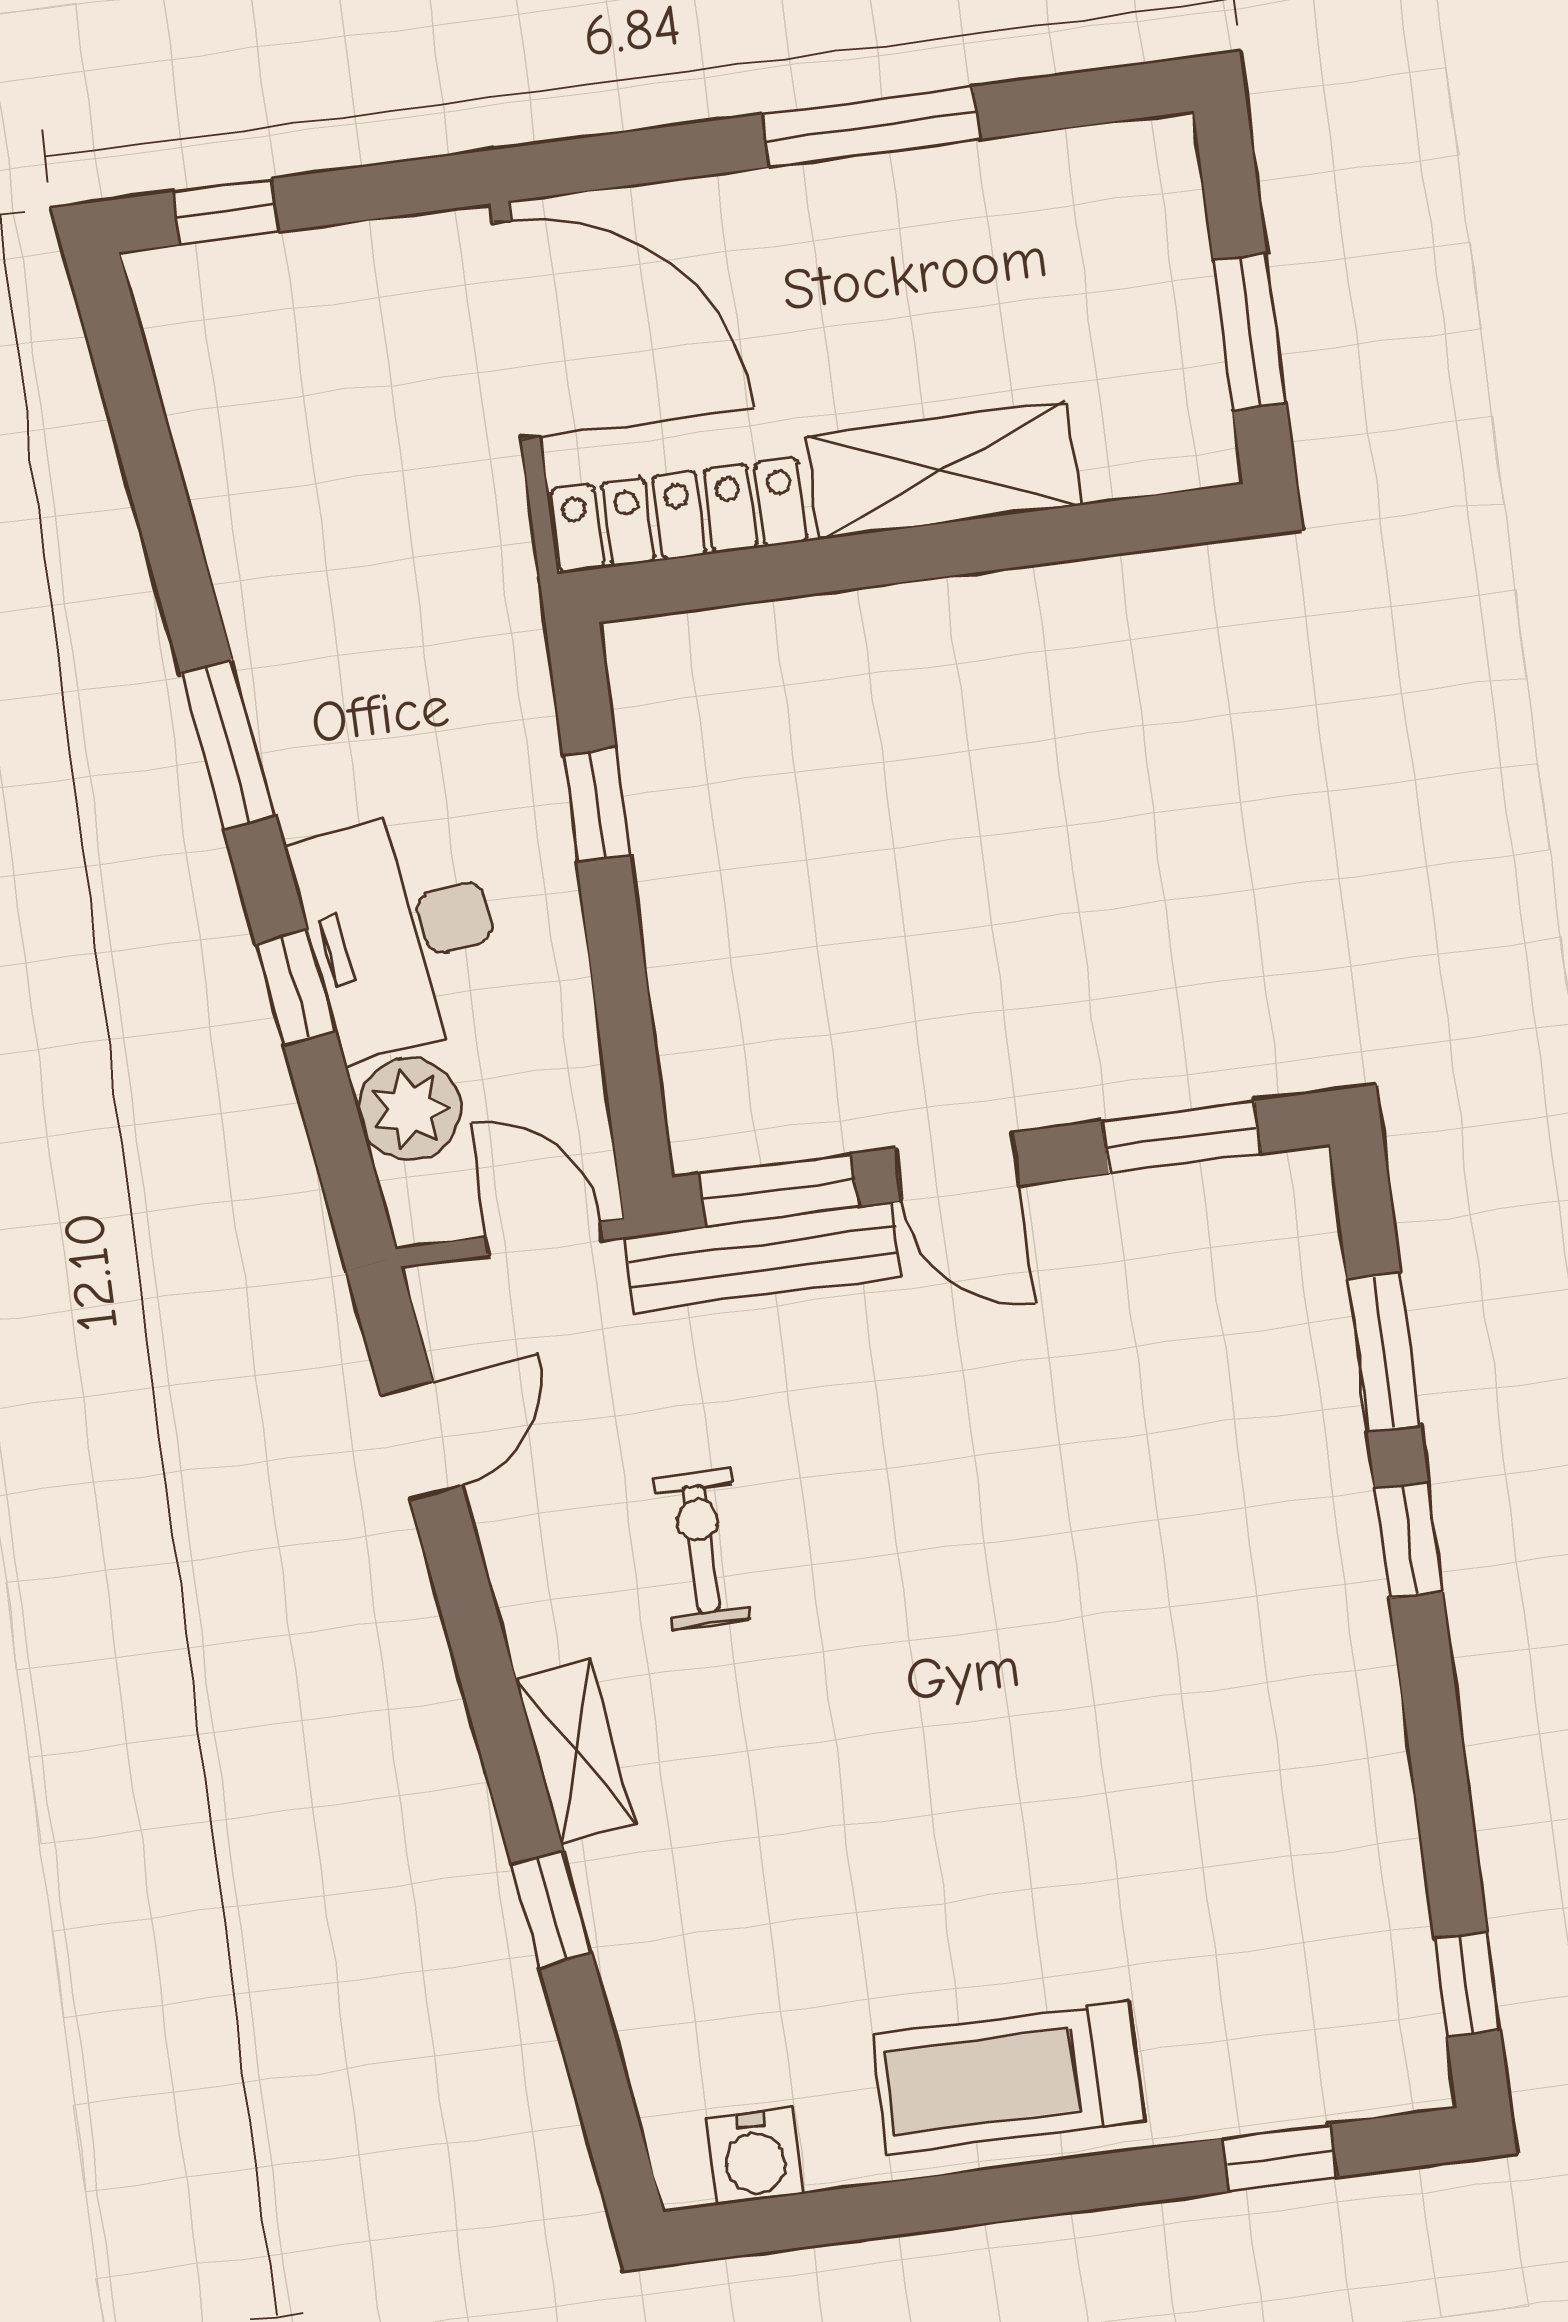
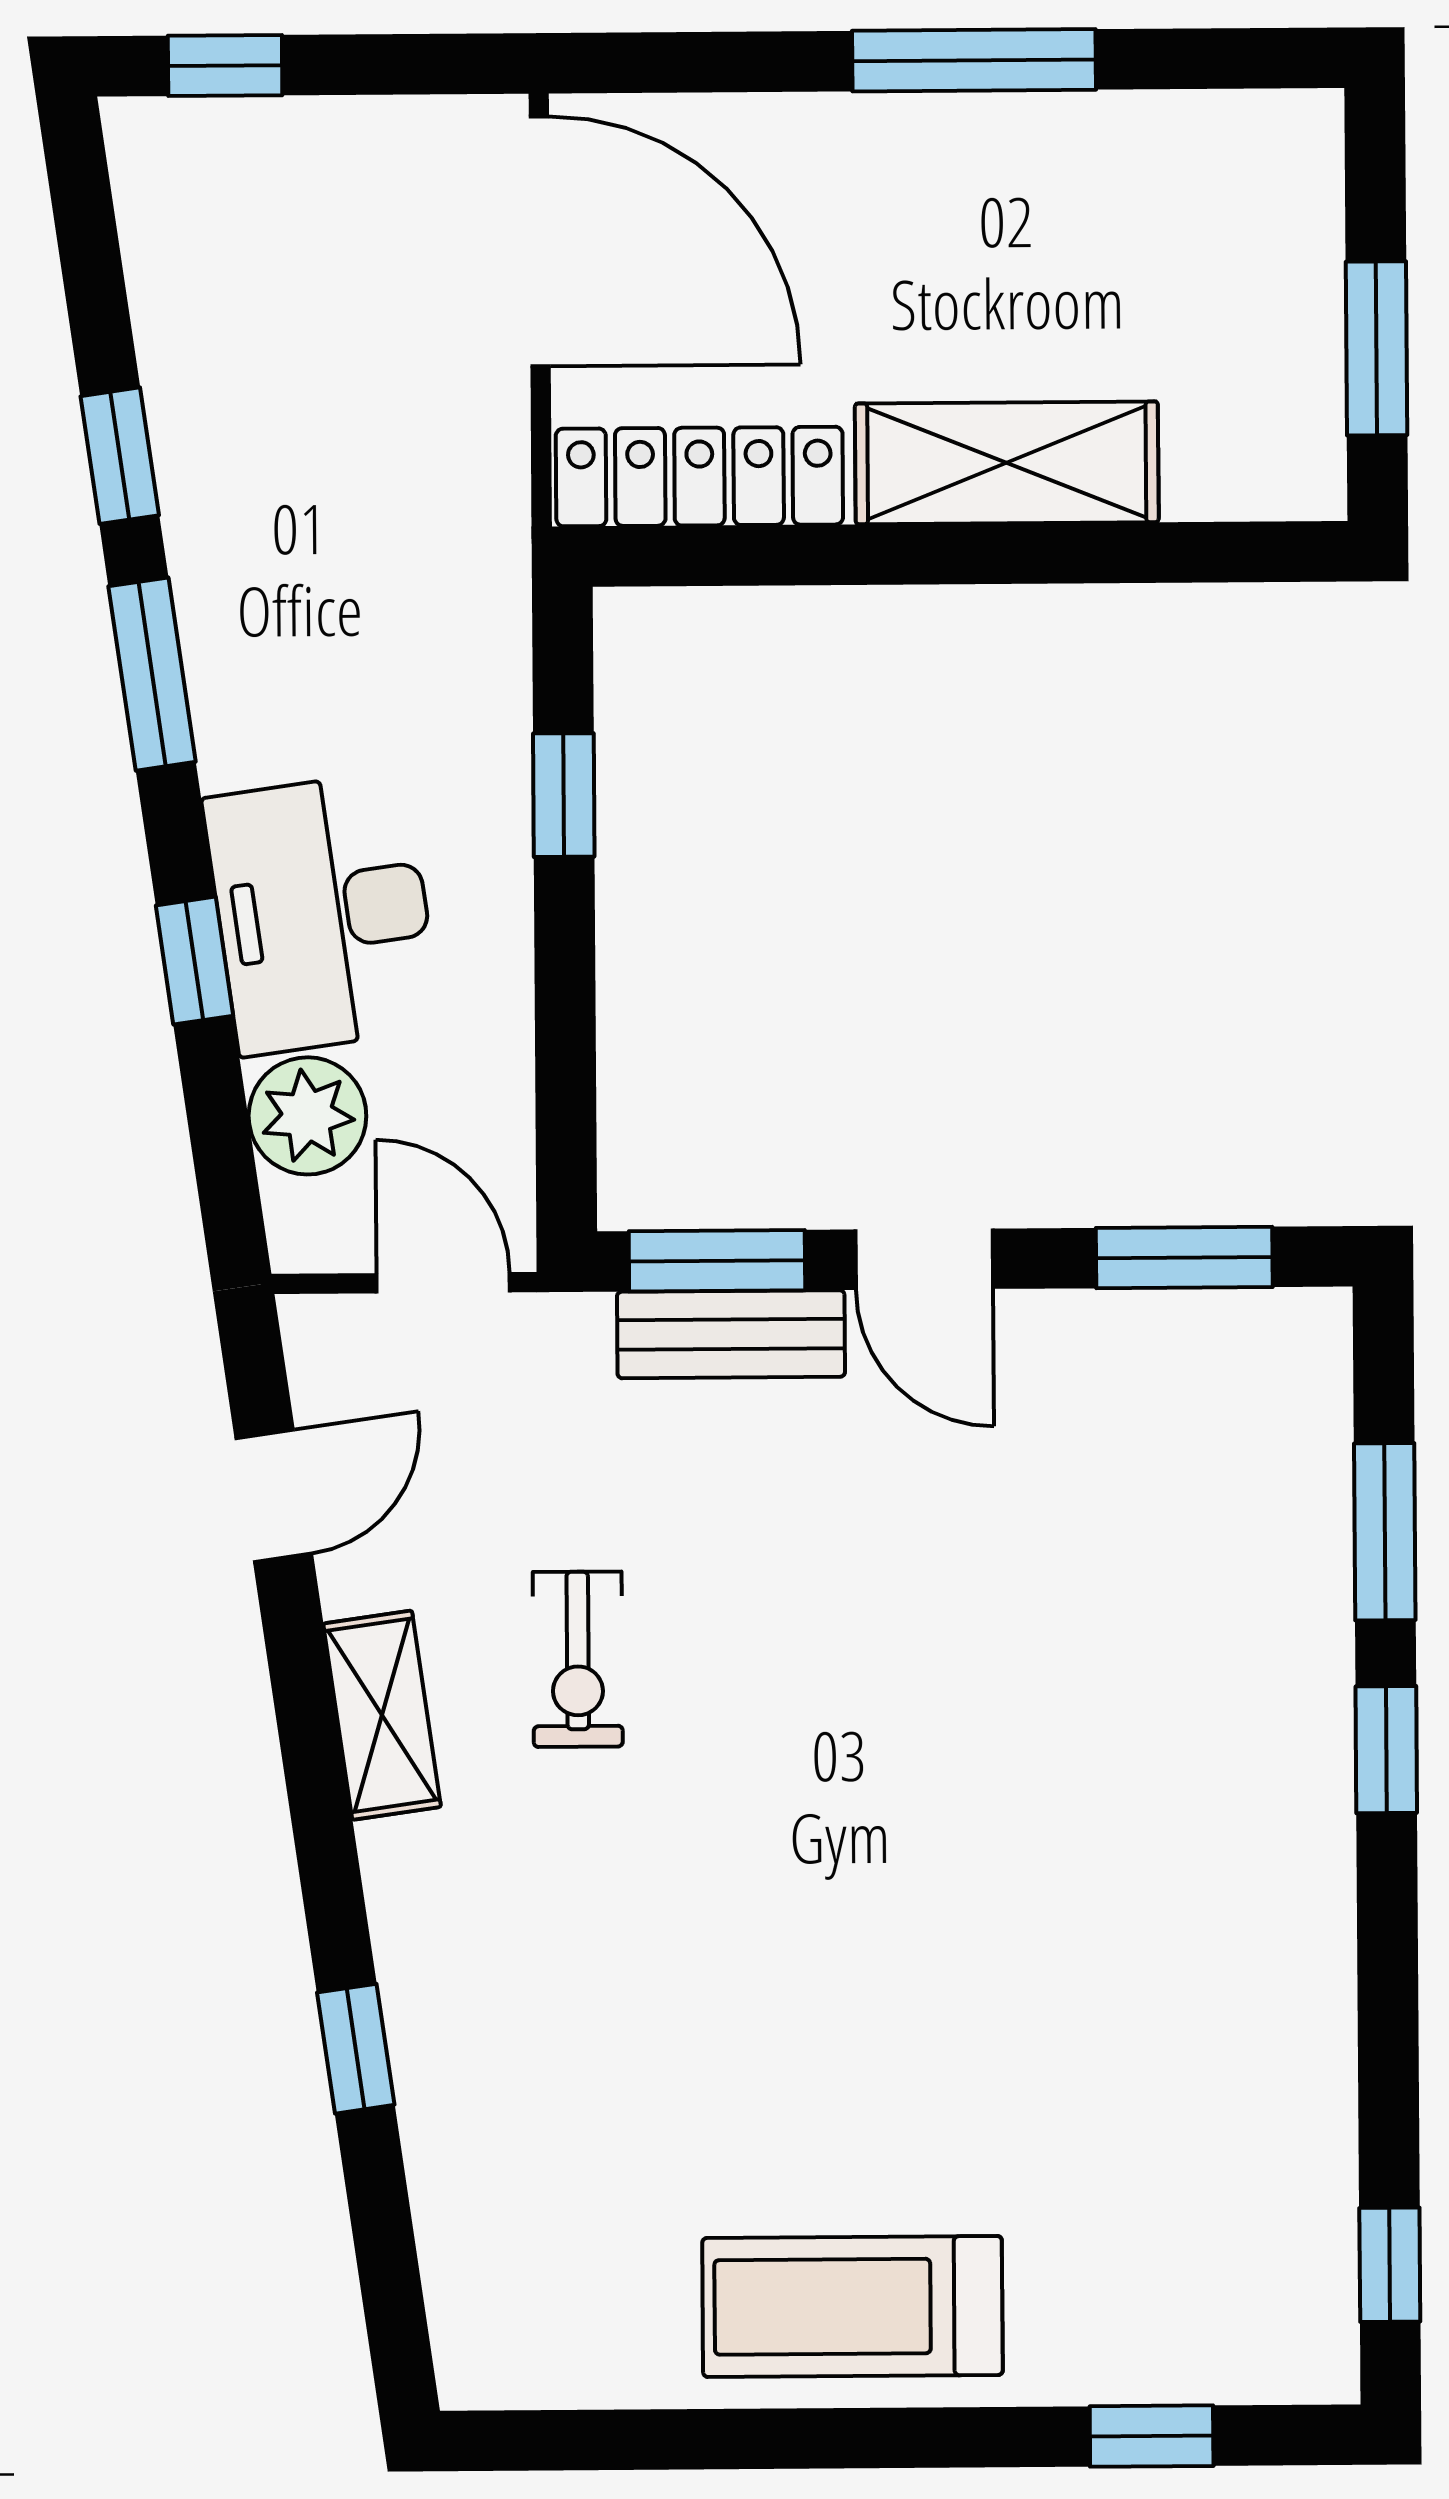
window: (177, 560) -> (120, 456), added
bench: (763, 1257) -> (731, 1334), width x0.73
exercise bike: (701, 1549) -> (578, 1659), turned 180
shelving: (575, 1752) -> (382, 1715), moved
water cooler: (755, 2156) -> (553, 2360), removed

